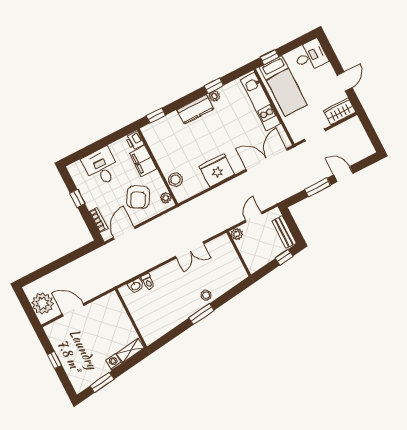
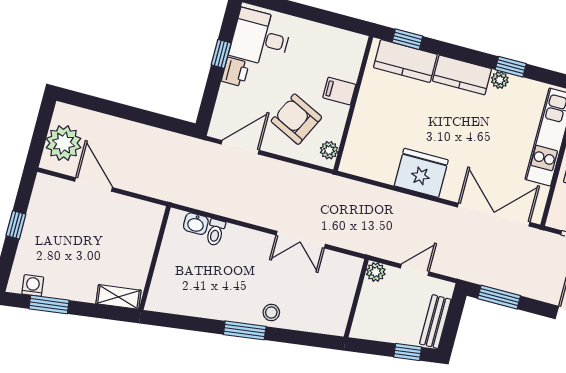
kitchen counter: (164, 126) -> (405, 61), added
printer: (135, 141) -> (235, 72), moved, turned 180
filing cabinet: (143, 161) -> (339, 91), width x0.50
desk: (101, 167) -> (260, 38), moved, turned -90
stool: (175, 180) -> (361, 139), removed
window: (318, 187) -> (499, 297), moved
armchair: (138, 197) -> (296, 119), turned 86
bookcase: (98, 220) -> (223, 103), removed
washing machine: (114, 362) -> (33, 285), moved

